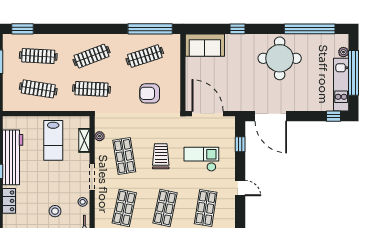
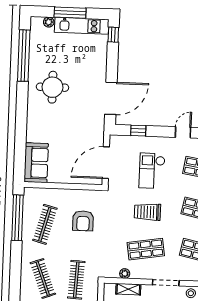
window: (238, 29) -> (21, 129), removed
clothes rail: (145, 56) -> (45, 224), turned 33
round table: (280, 58) -> (52, 87), width x0.73, depth x0.73
window: (353, 73) -> (70, 13), width x0.68

